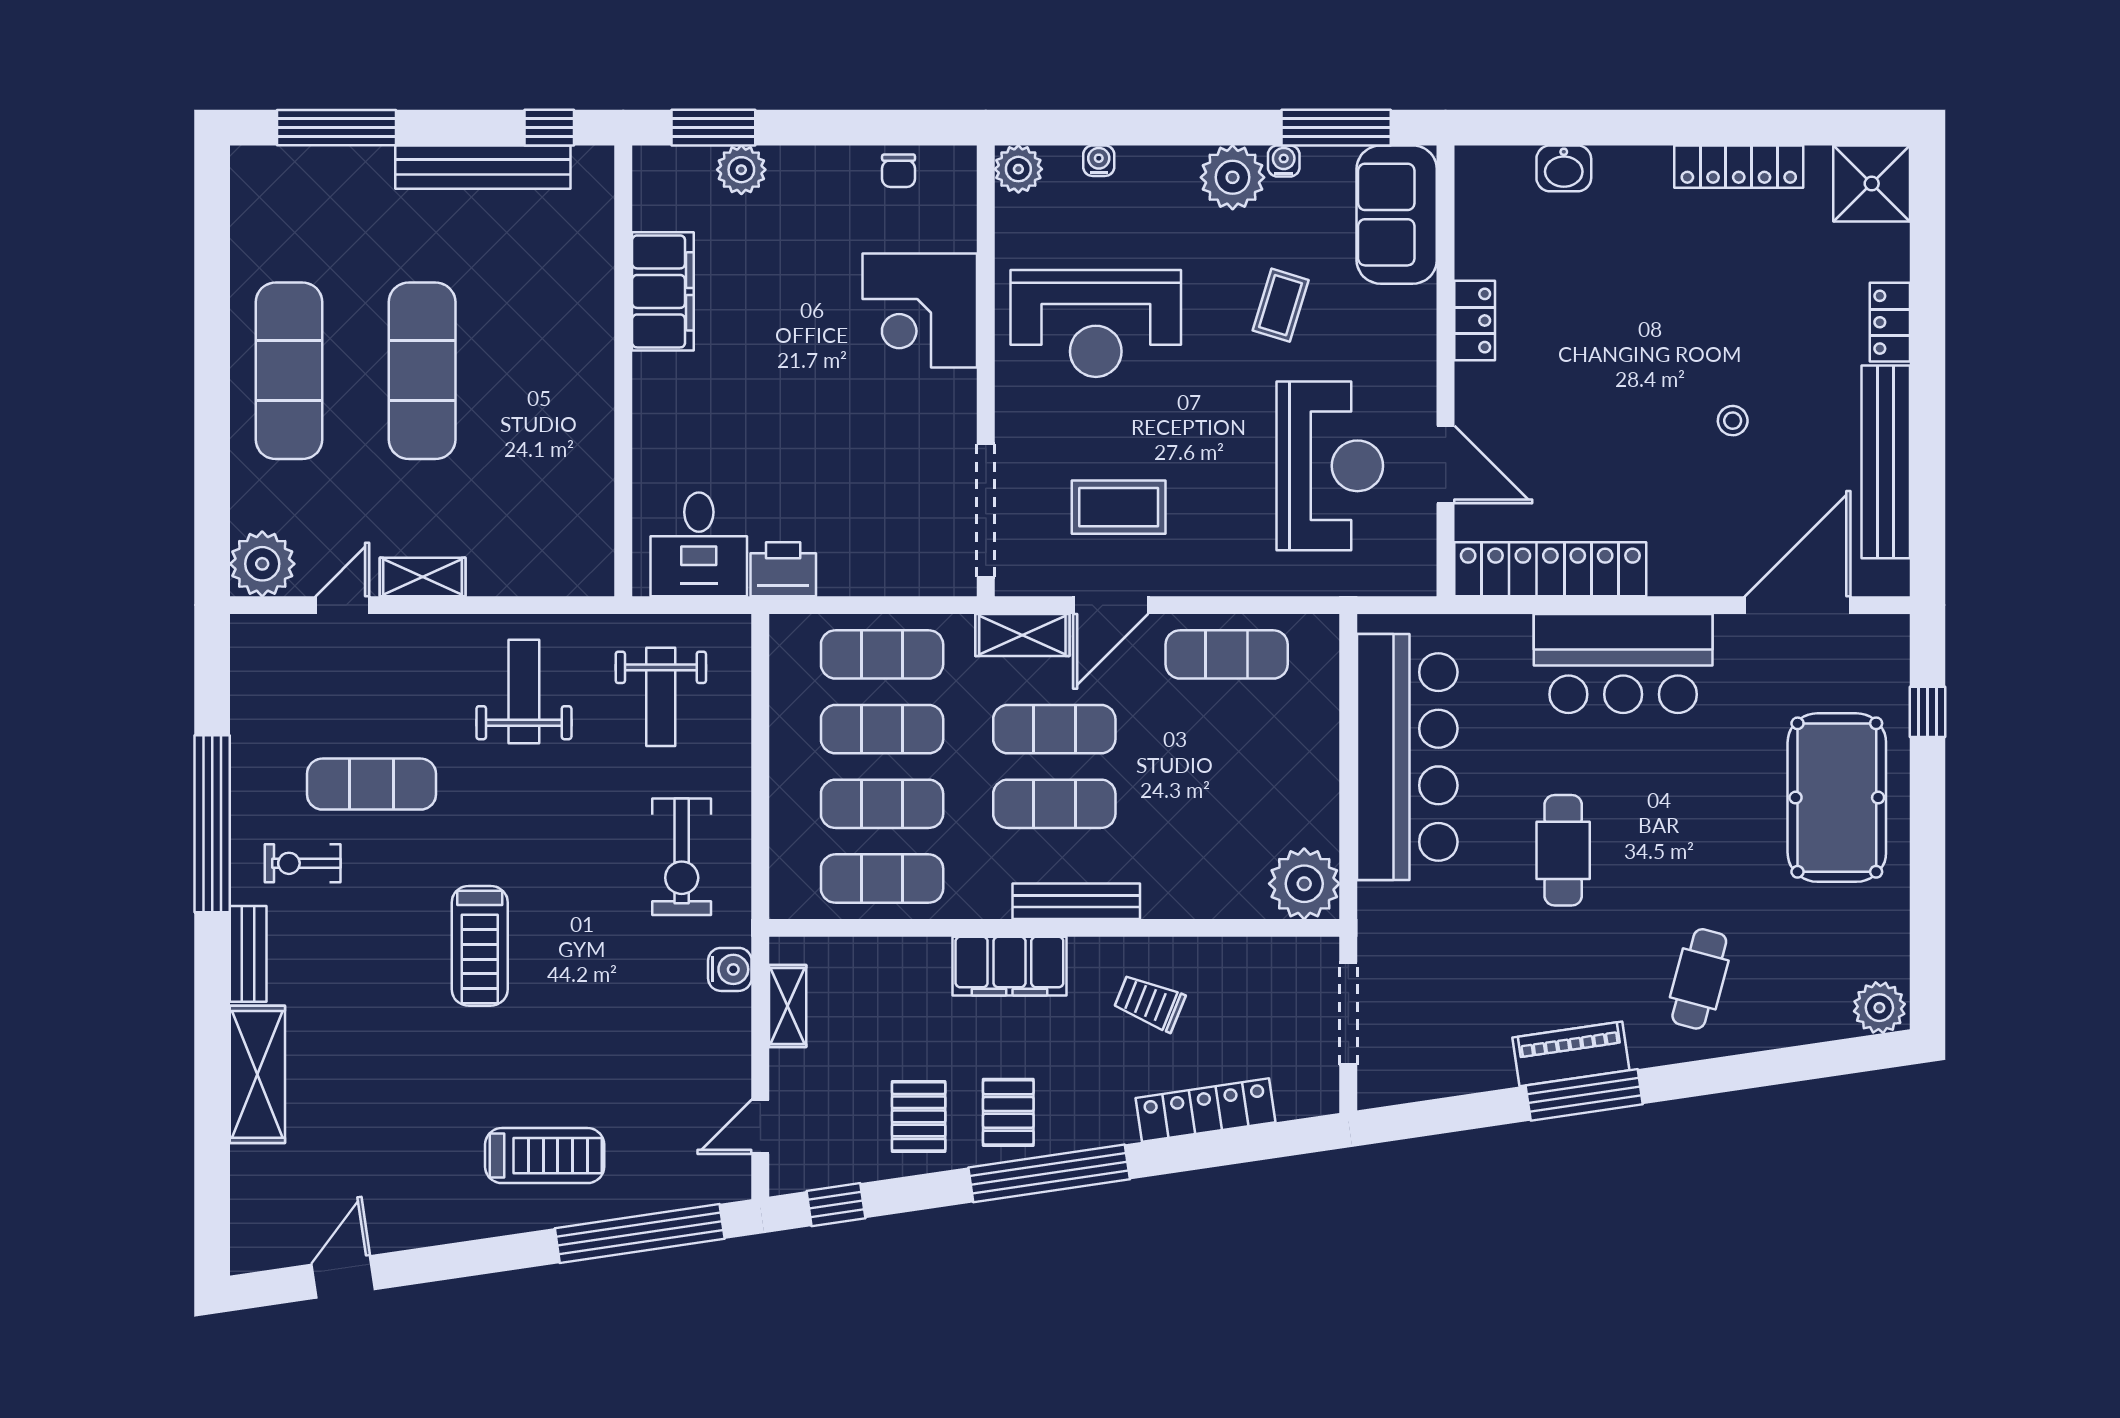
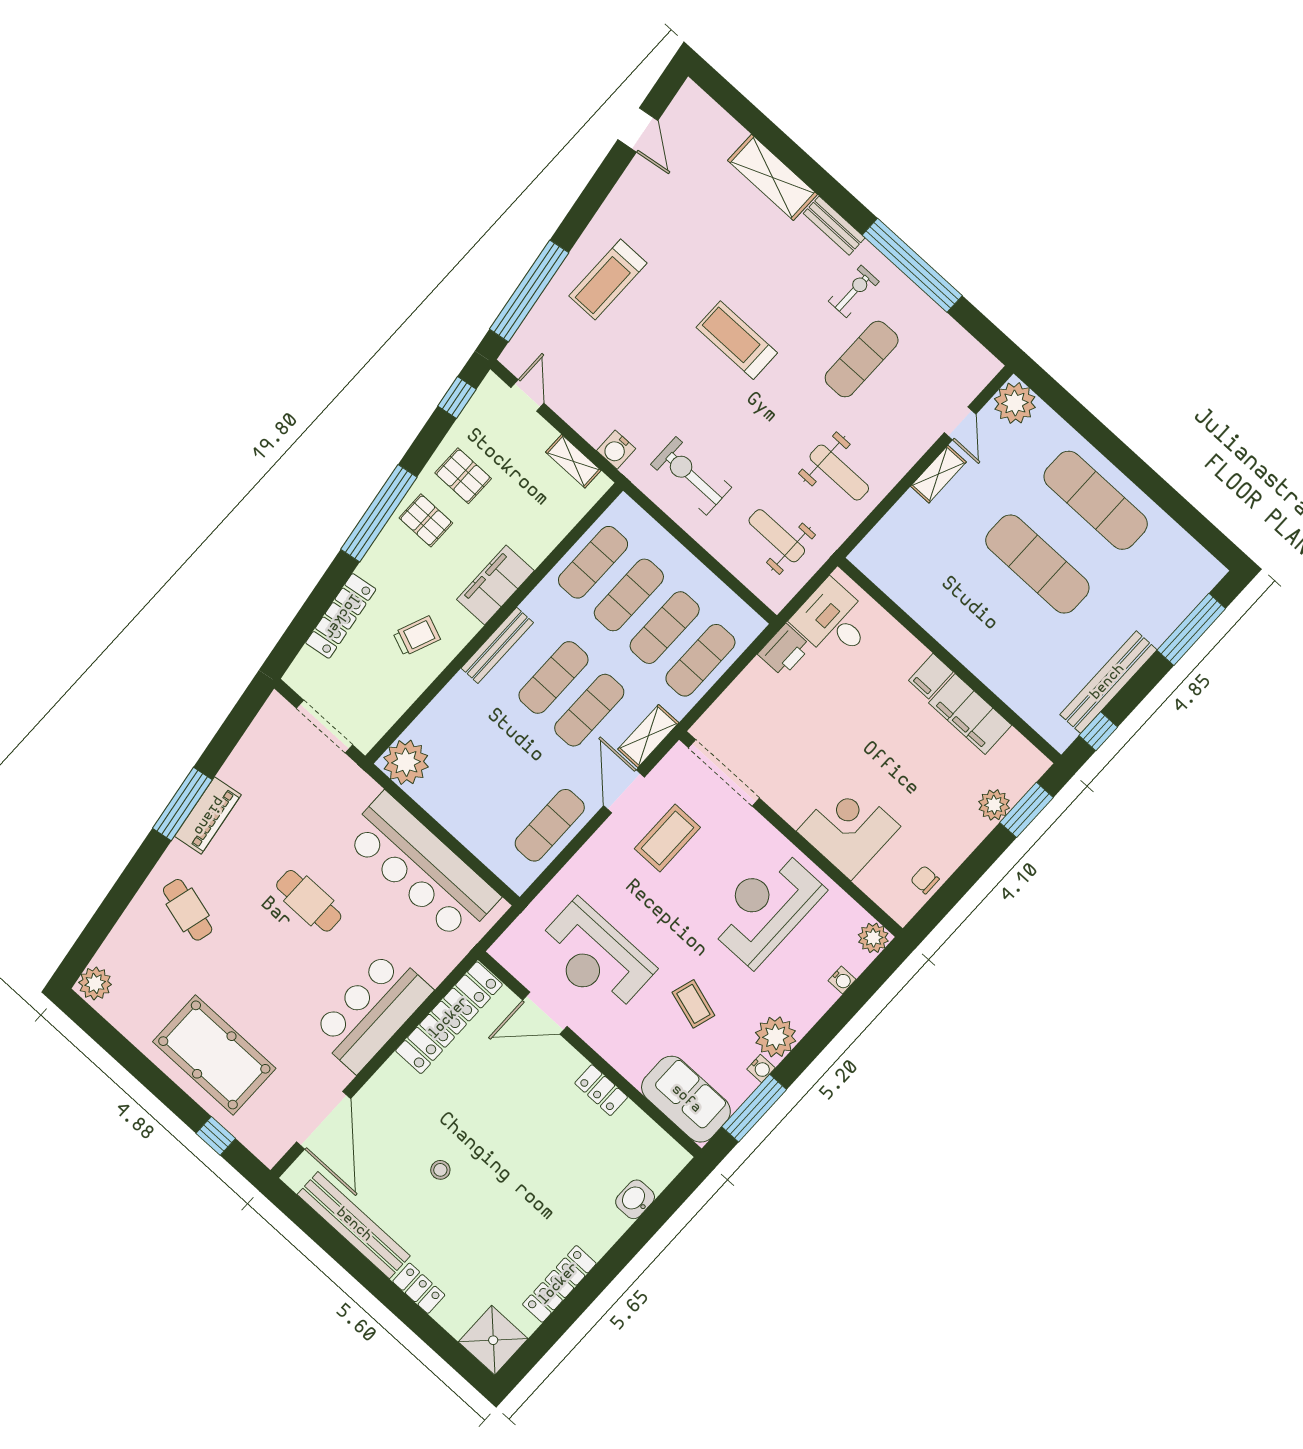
filing cabinet: (660, 376) -> (931, 676), added

